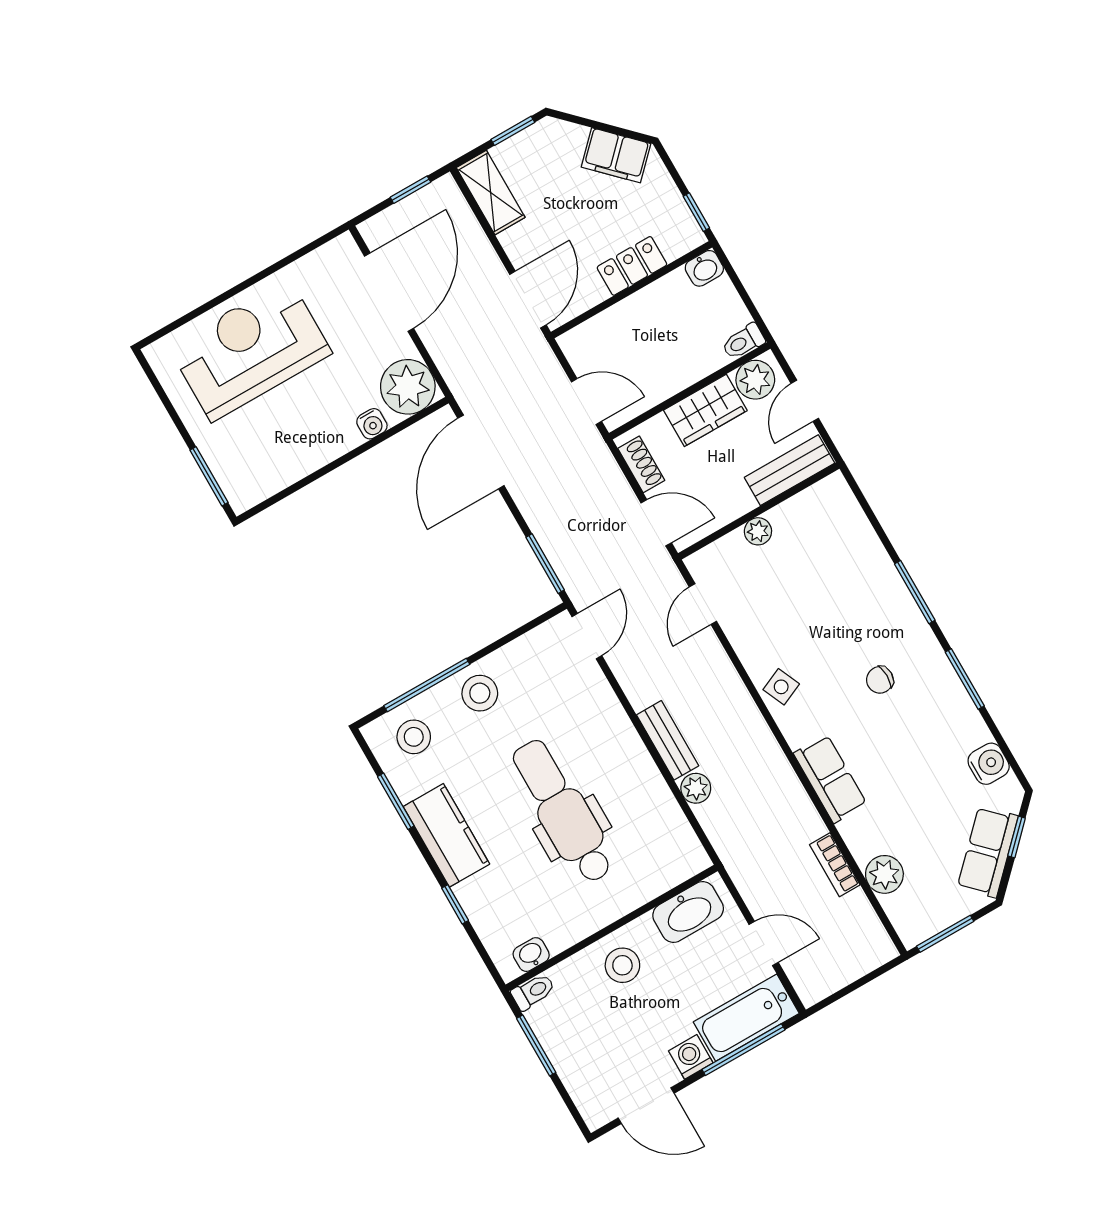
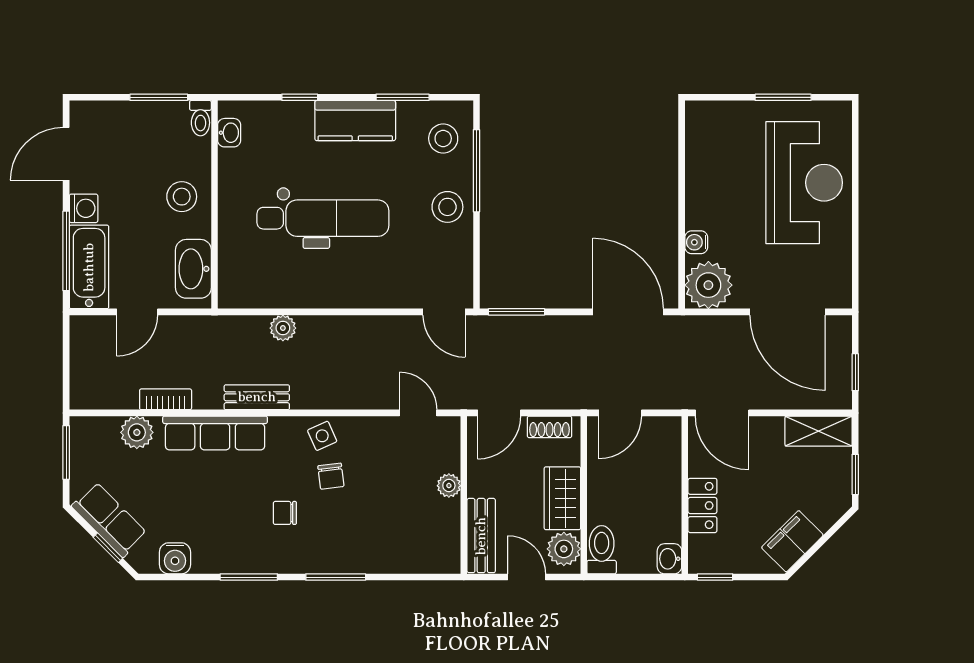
toilet: (743, 342) -> (602, 550), width x1.37, depth x1.39
window: (209, 476) -> (783, 97), moved
chair: (817, 655) -> (331, 476), added
chair: (880, 680) -> (285, 513), turned -90
bench: (668, 740) -> (257, 397), moved
row of seats: (830, 779) -> (215, 433), width x1.48

